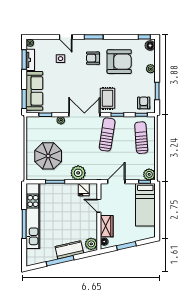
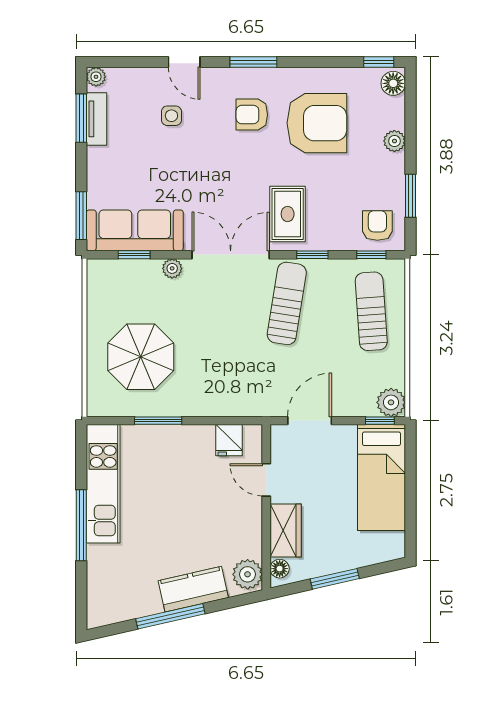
sofa: (34, 91) -> (135, 230), moved, turned -90
plant: (78, 173) -> (215, 398), removed
kitchen unit: (33, 216) -> (103, 484), width x0.73

